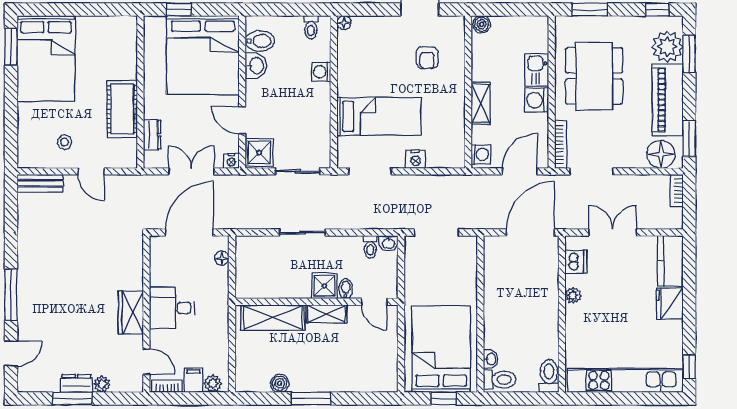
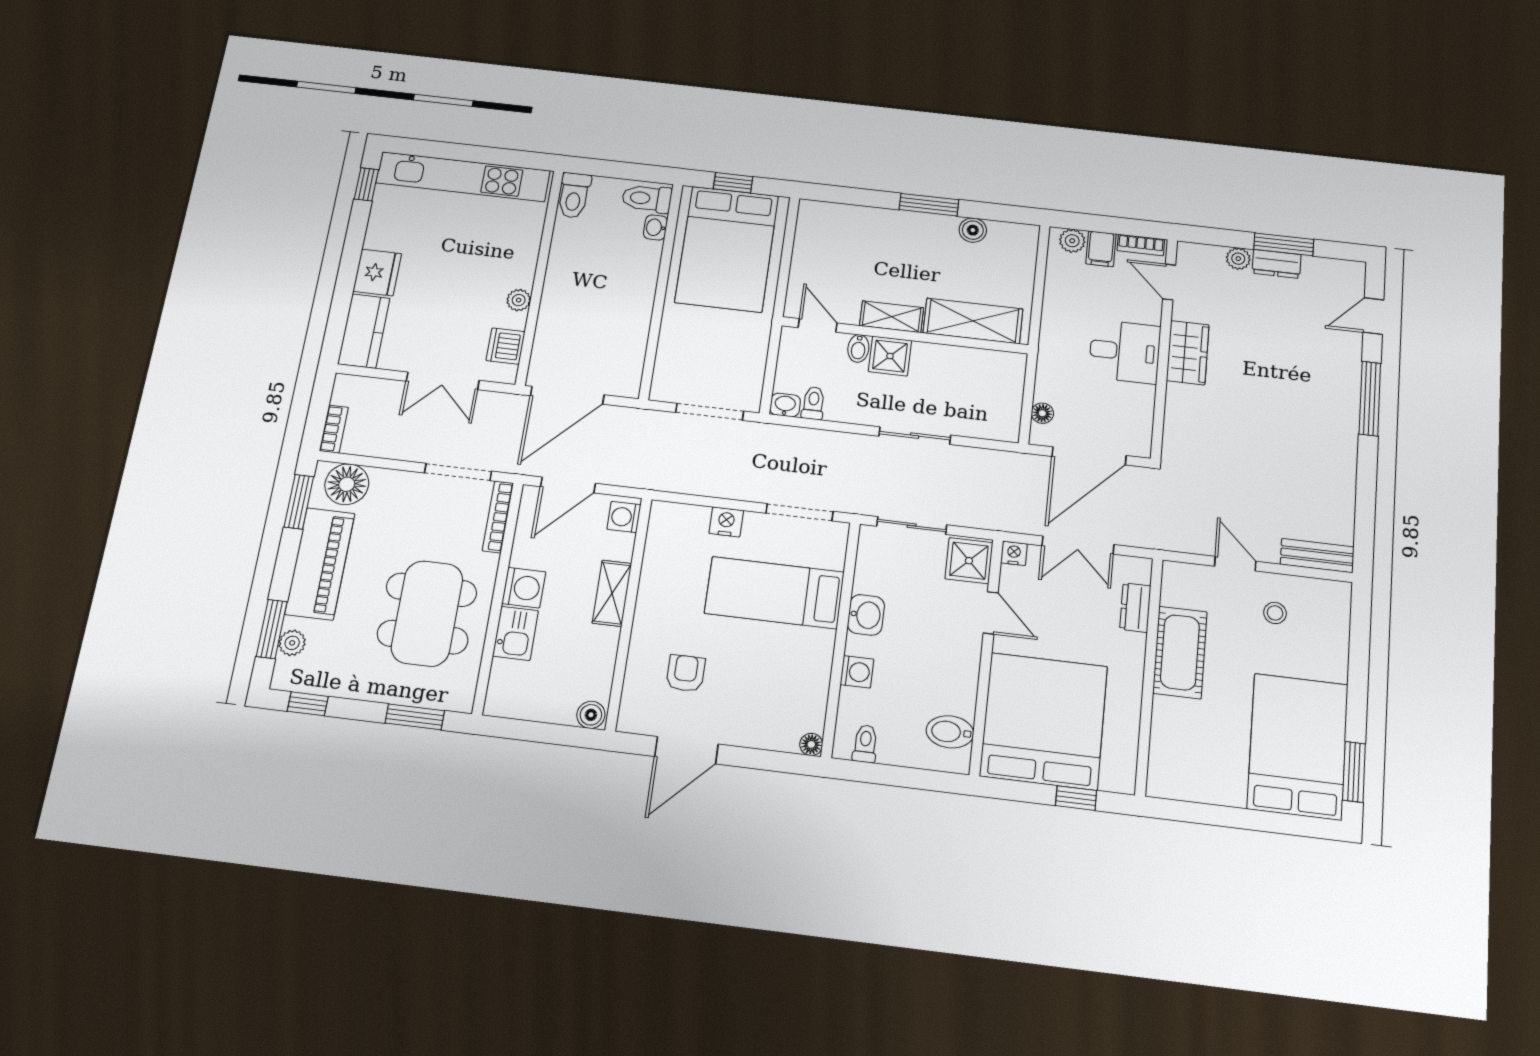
plant: (667, 47) -> (292, 643), width x0.53, depth x0.53
washbasin: (256, 66) -> (866, 615), moved, turned 180

